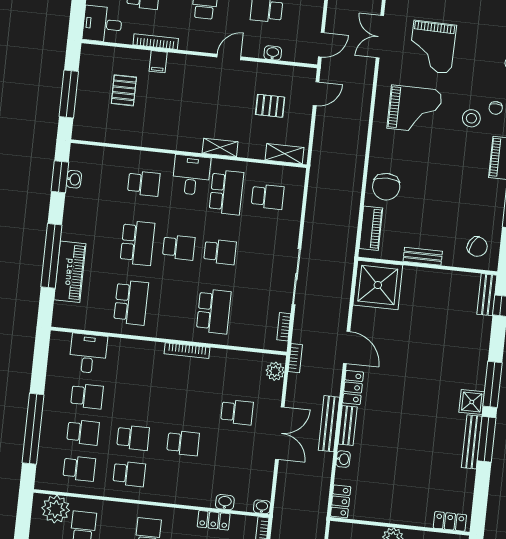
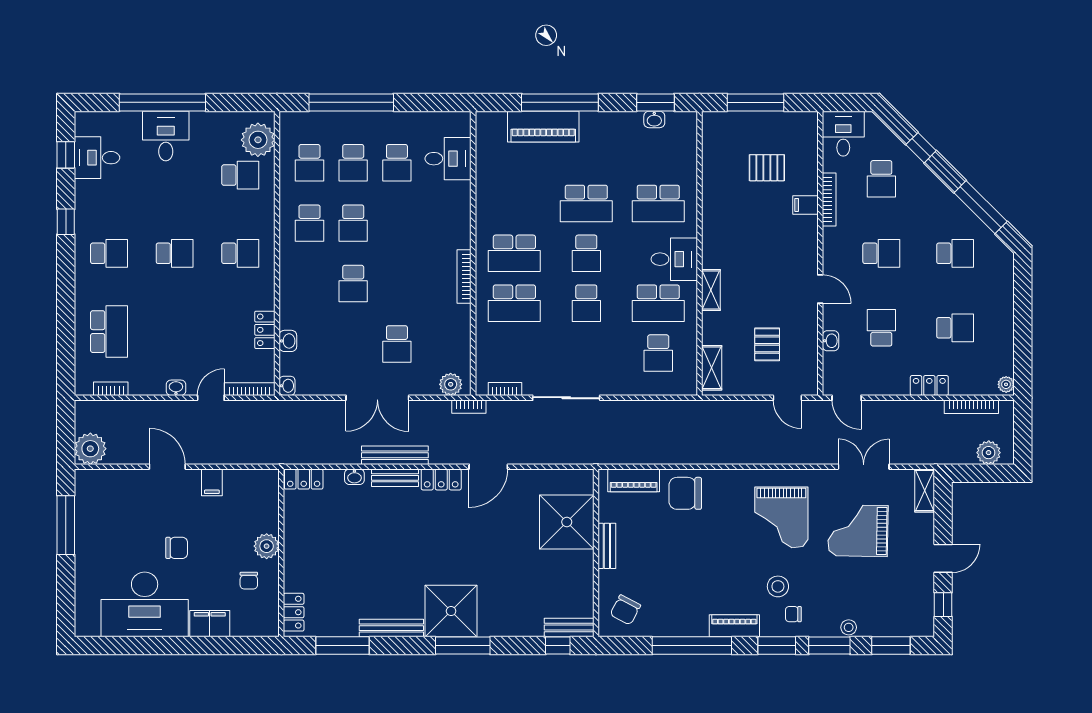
school desk: (144, 183) -> (658, 203), width x1.85
shower: (378, 285) -> (567, 522), moved
school desk: (131, 303) -> (514, 253), moved
shower: (472, 402) -> (451, 611), width x1.86, depth x1.86
window: (487, 439) -> (343, 646), moved

